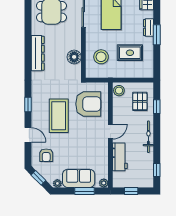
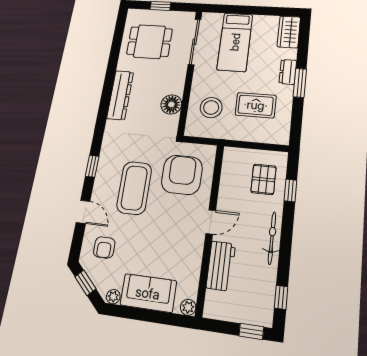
stool: (119, 91) -> (232, 159), removed
armchair: (88, 104) -> (182, 175), turned -90
window: (85, 191) -> (155, 316), removed
window: (131, 191) -> (251, 331), moved

